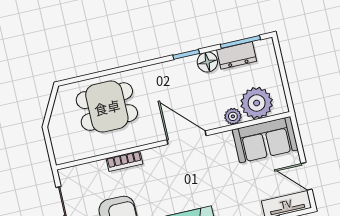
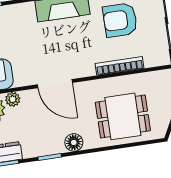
floor lamp: (207, 62) -> (74, 142), moved
bookcase: (124, 161) -> (119, 66), width x1.56

